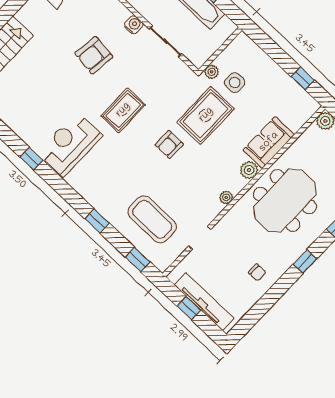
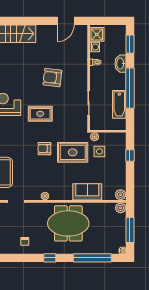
water cooler: (134, 25) -> (83, 82), removed
window: (303, 78) -> (130, 156), moved
plant: (249, 170) -> (121, 195), moved

